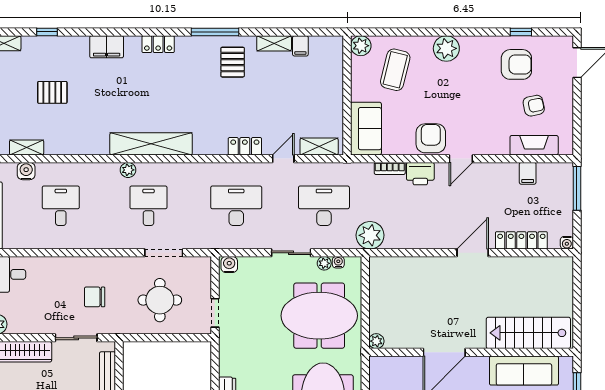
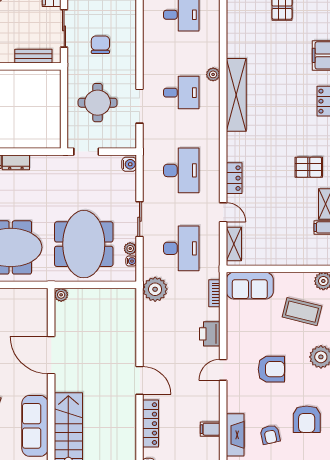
armchair: (431, 138) -> (271, 369), moved
door: (461, 159) -> (223, 370), hinge flipped
bookcase: (390, 168) -> (214, 293), moved

